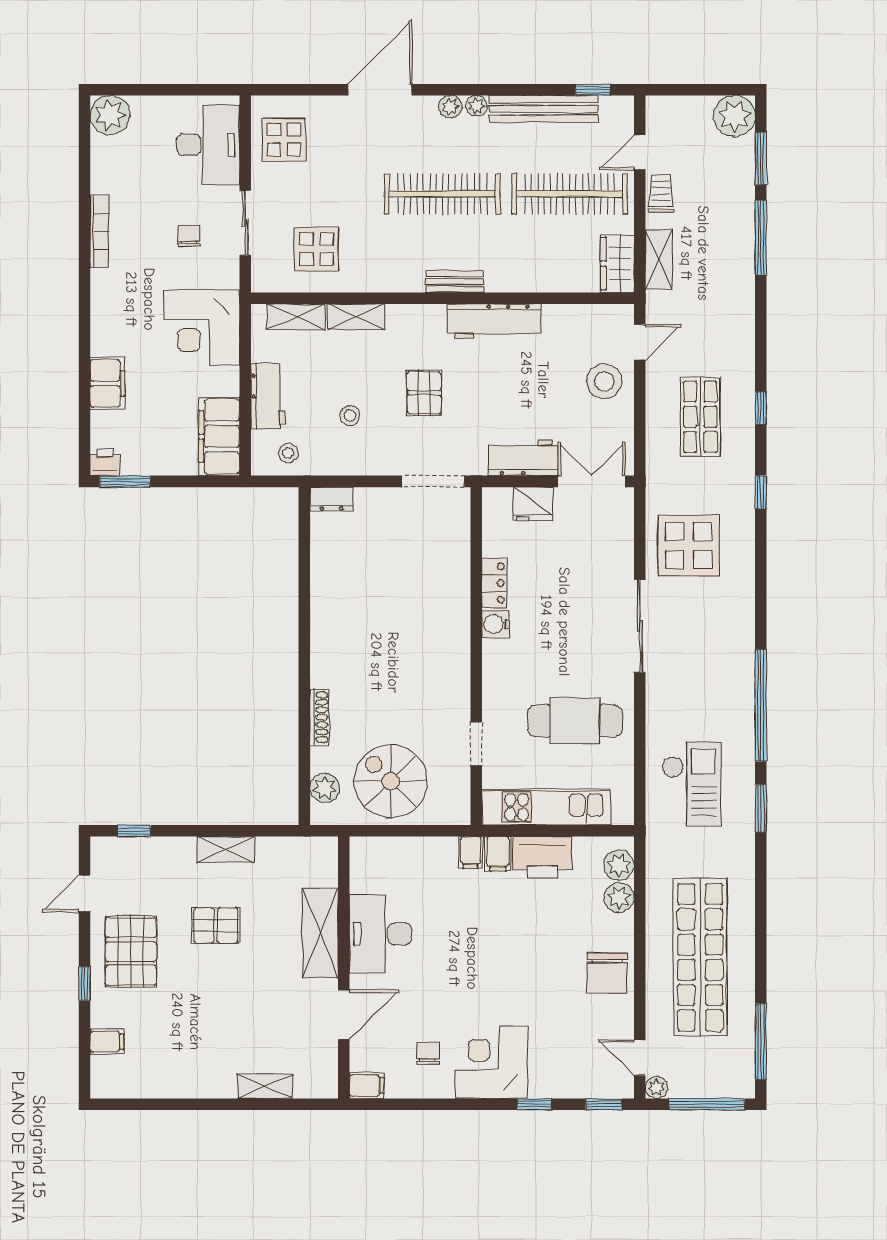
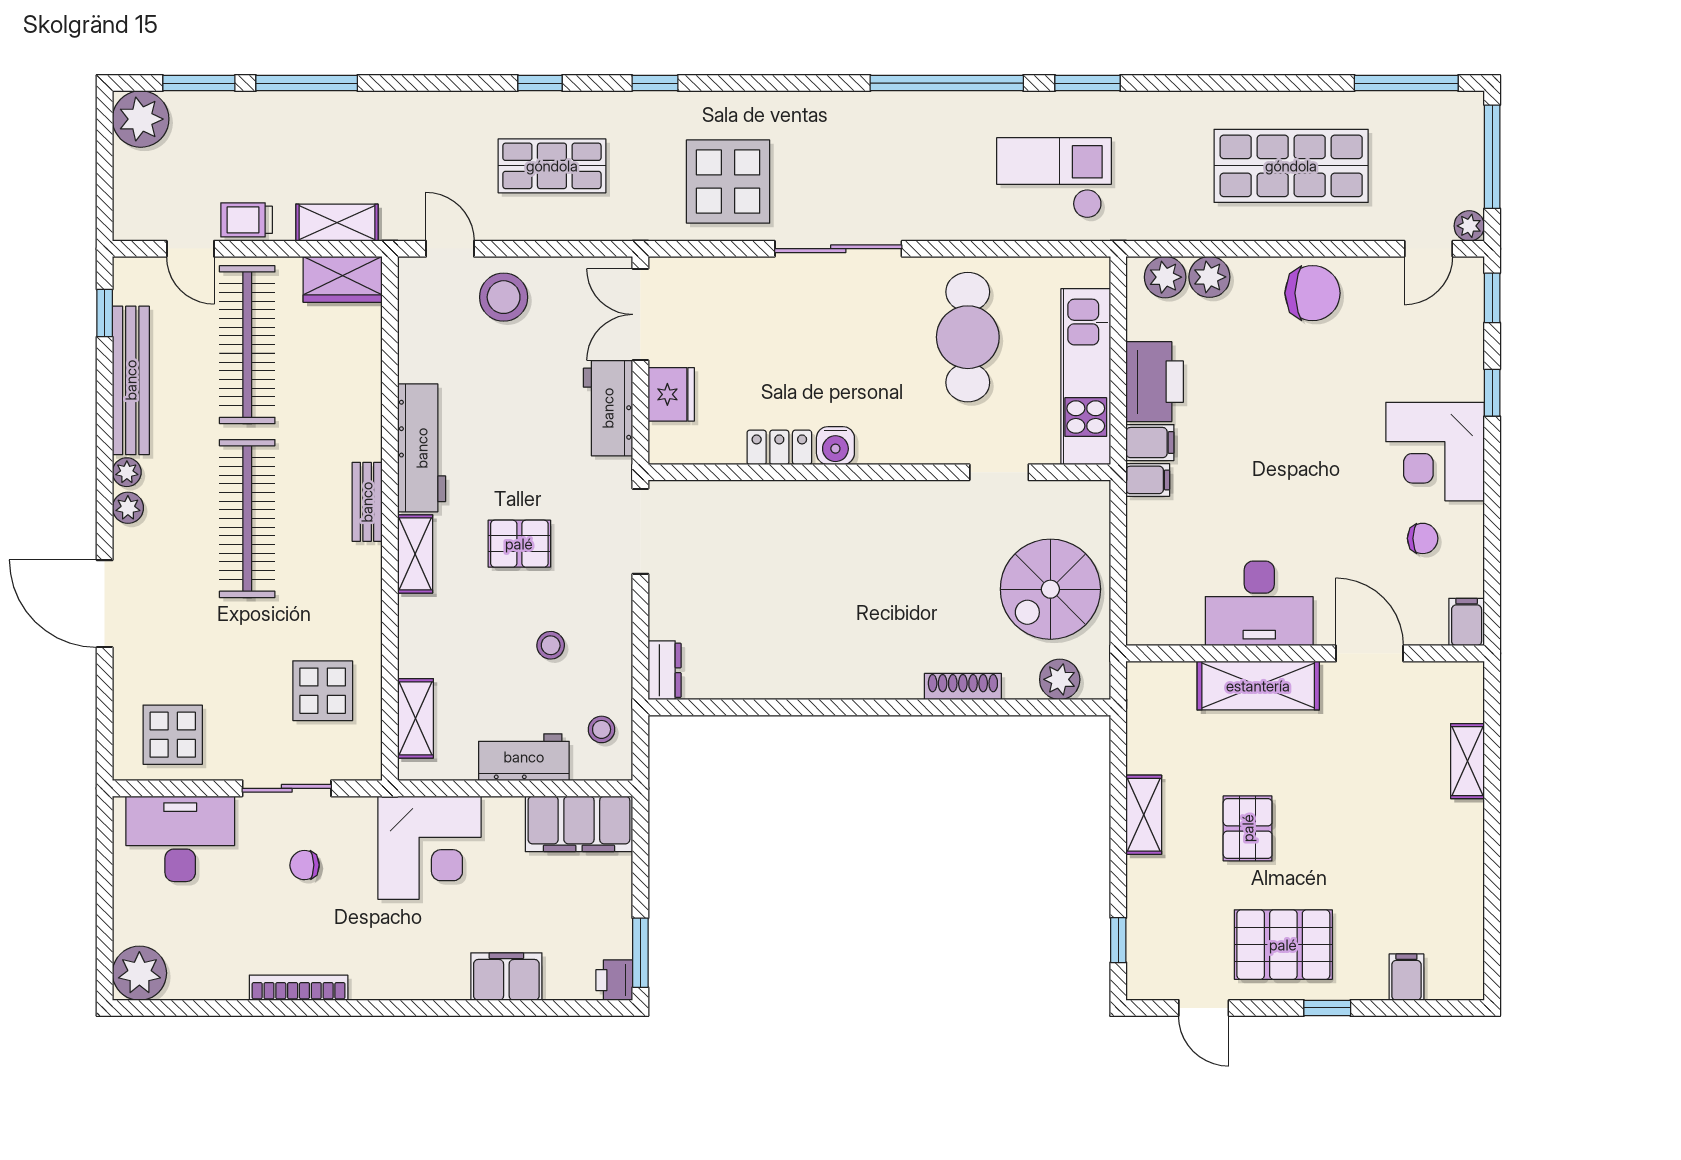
shelving: (356, 317) -> (415, 554), moved
shop shelf: (700, 957) -> (1291, 166), width x0.71
chair: (428, 1053) -> (1423, 538), turned 180

